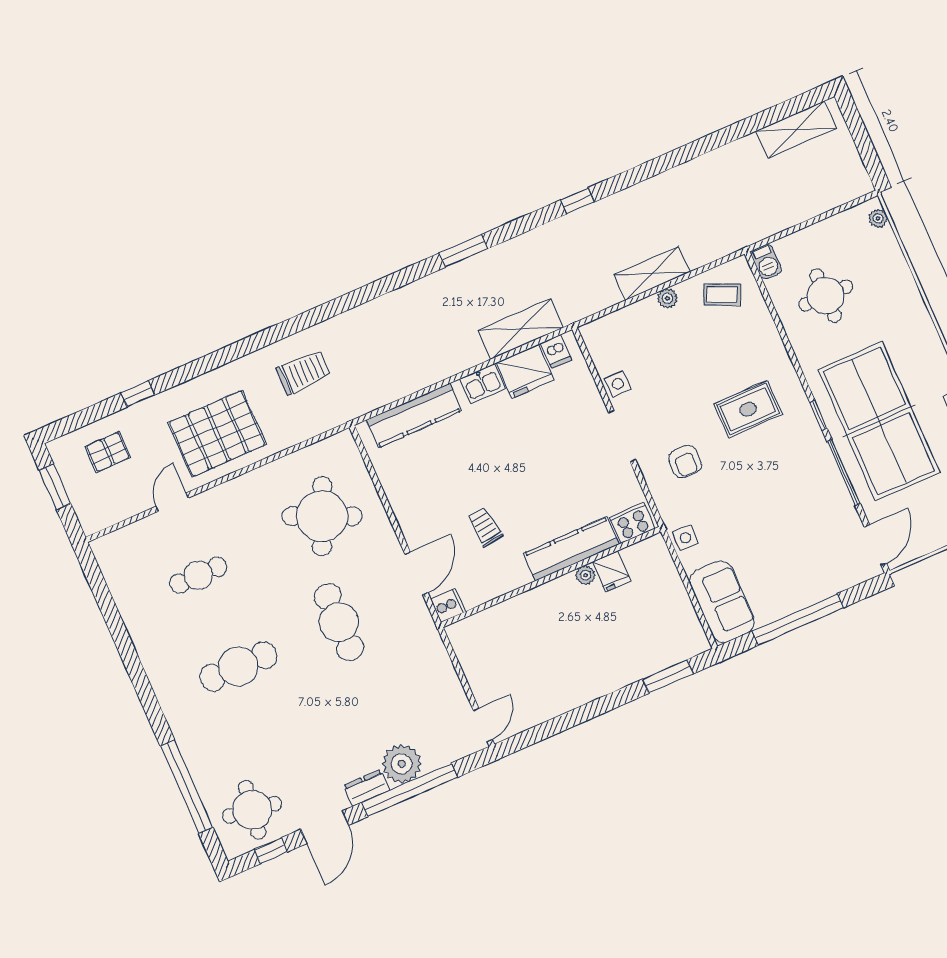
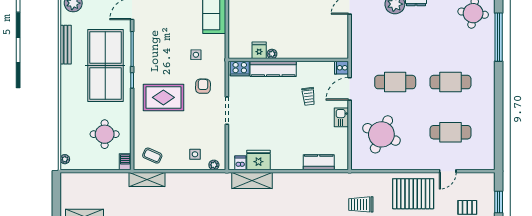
shelving: (652, 273) -> (147, 180), moved
plant: (667, 298) -> (214, 165), moved
kitchen sink: (482, 384) -> (341, 117), moved, turned -90
side table: (618, 384) -> (195, 154), moved
rug: (748, 409) -> (163, 97), width x1.36, depth x1.43
kitchen counter: (414, 415) -> (319, 162), width x0.67
side table: (685, 538) -> (196, 55), moved
cafe table: (198, 575) -> (451, 132), width x1.37, depth x1.35
cafe table: (339, 622) -> (395, 82), turned 90

